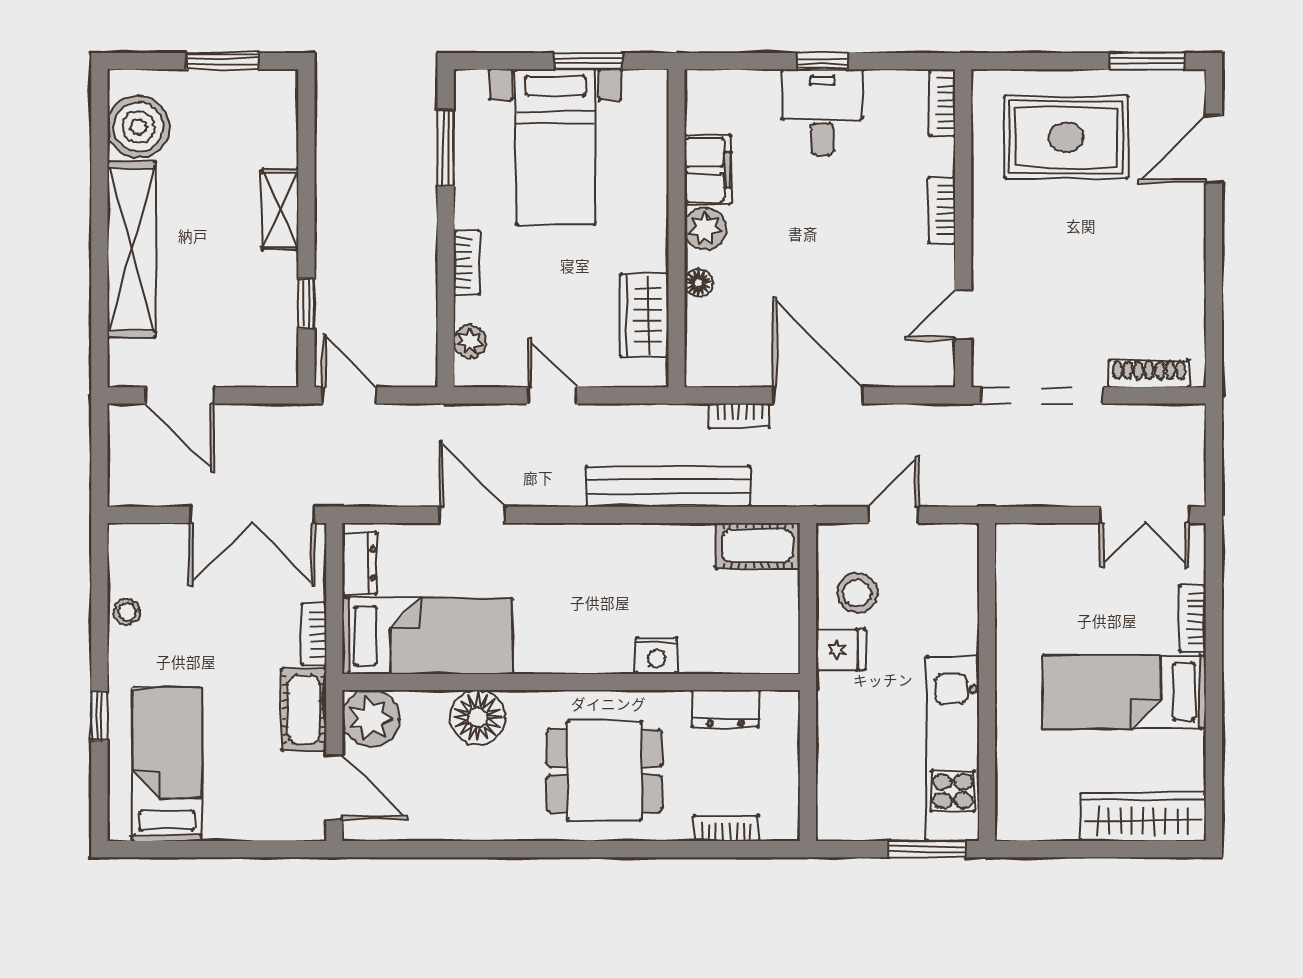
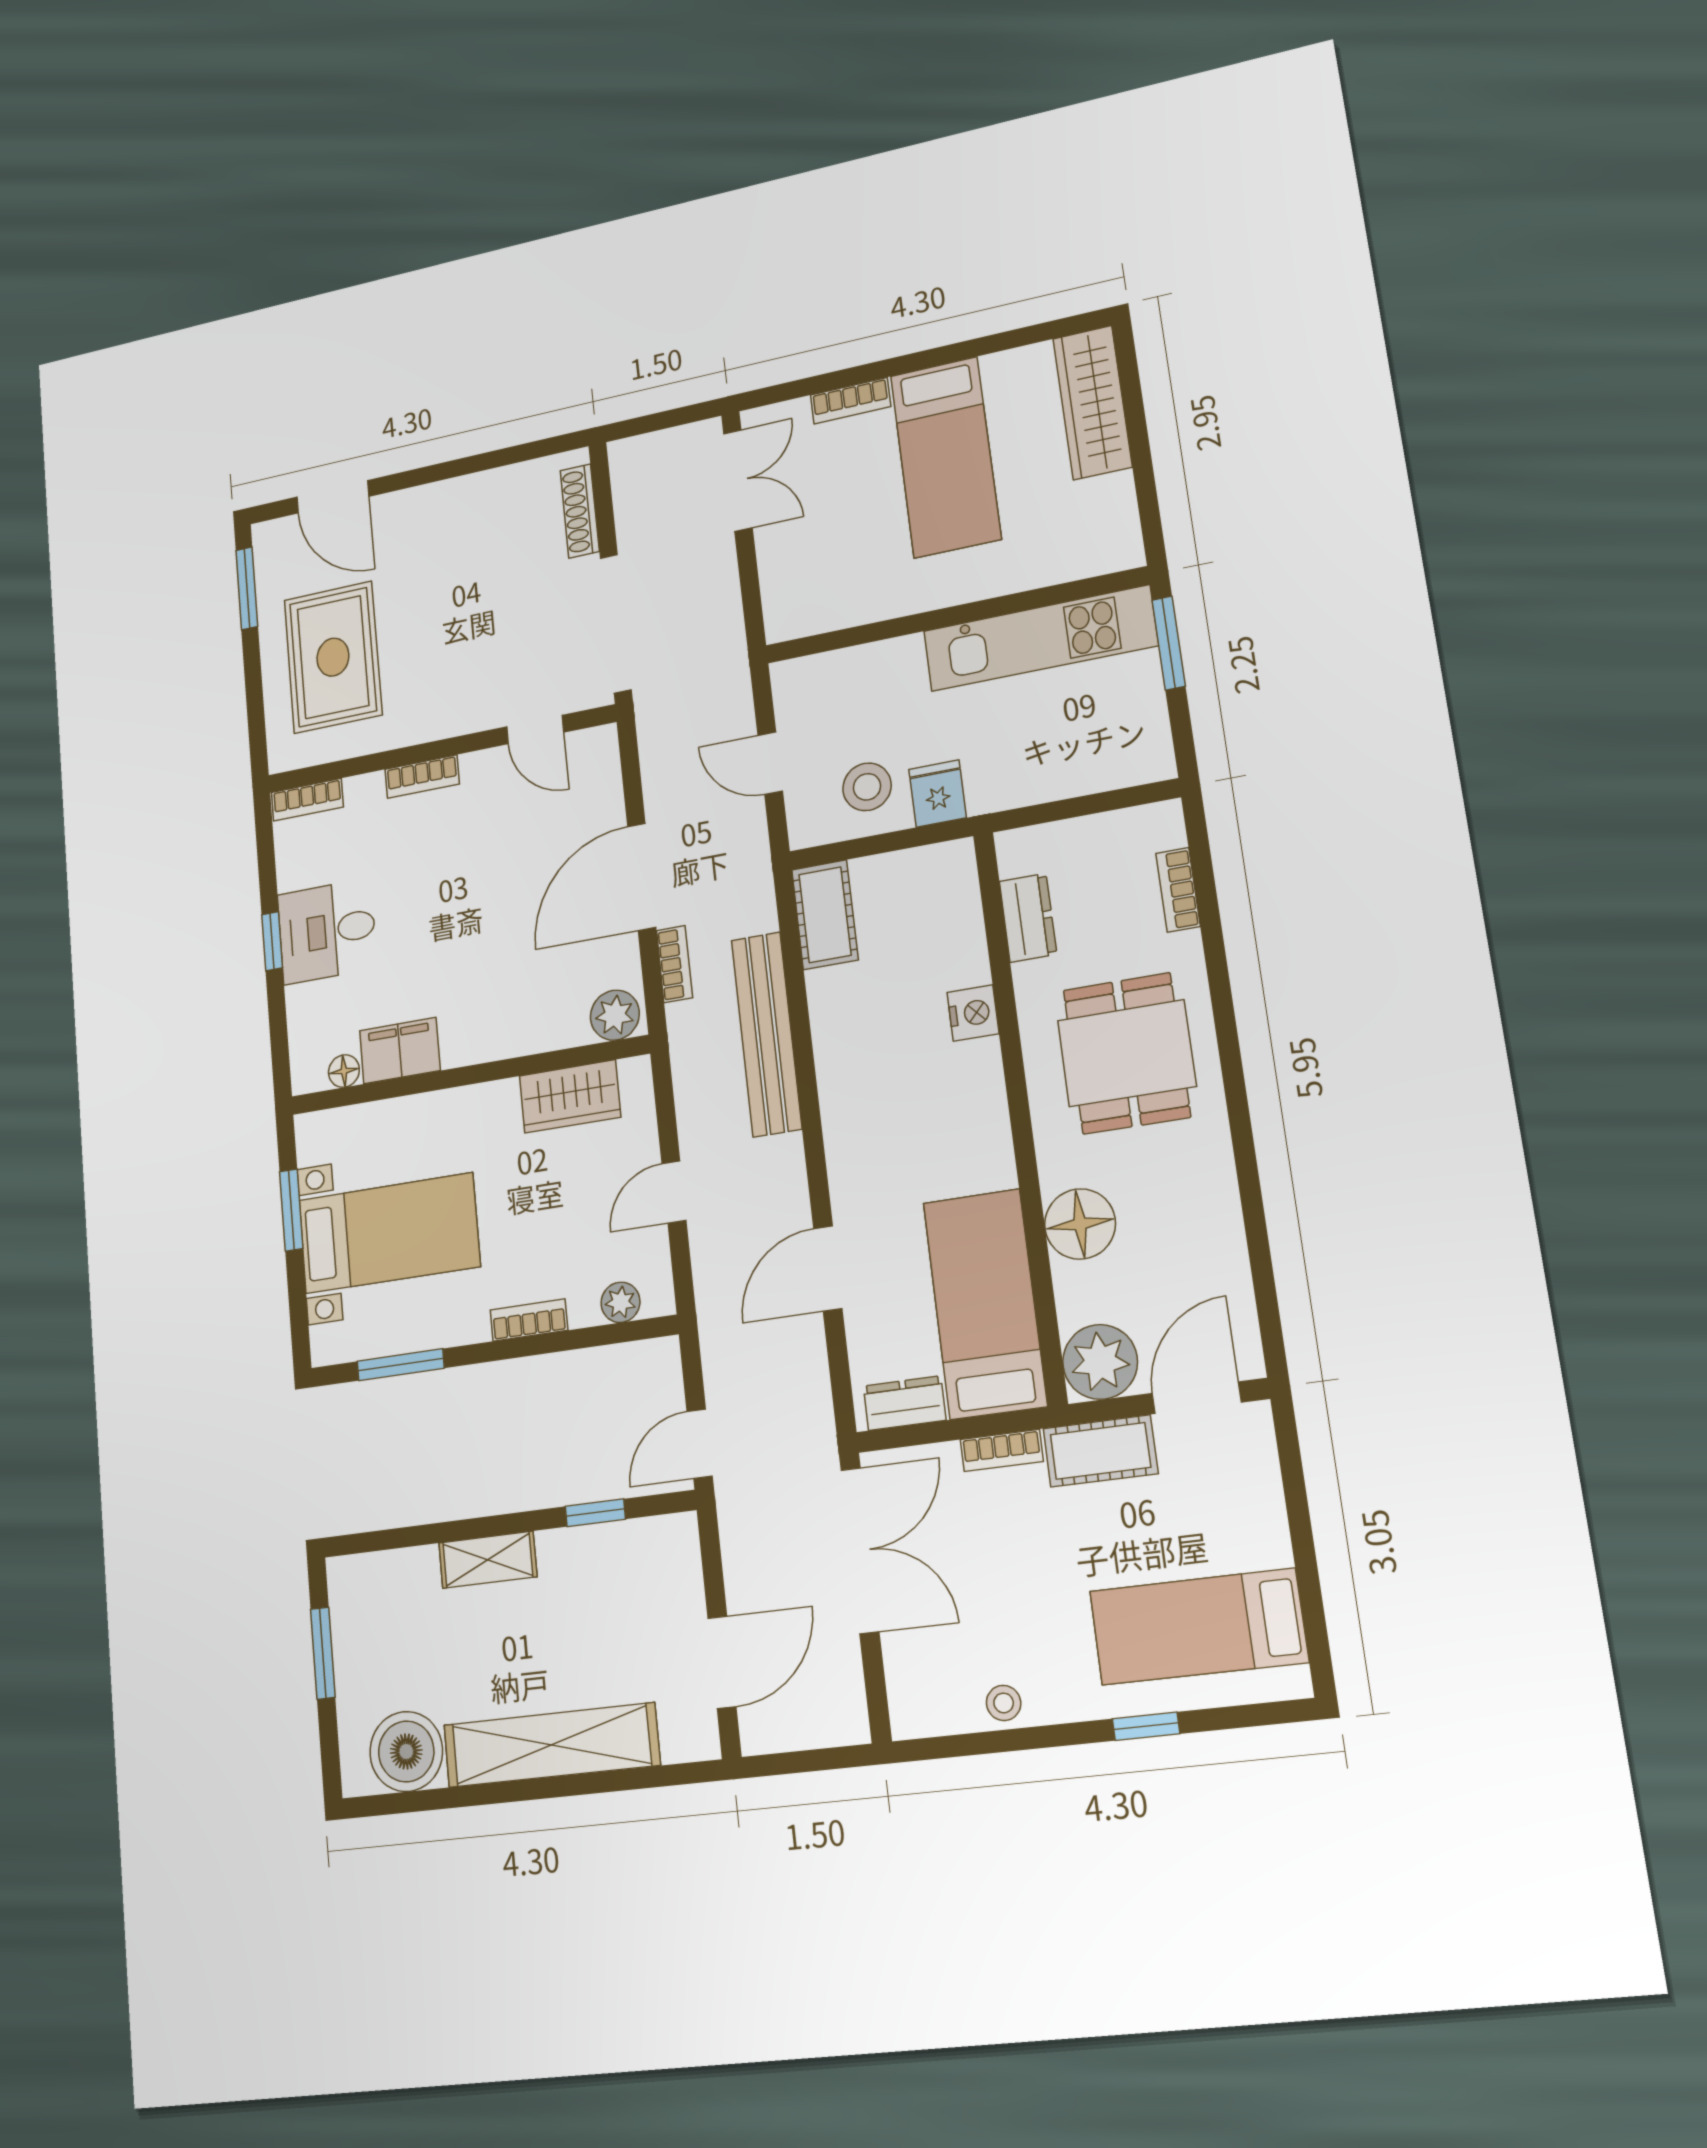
plant: (705, 229) -> (615, 1015), moved
floor lamp: (698, 283) -> (344, 1071), moved

